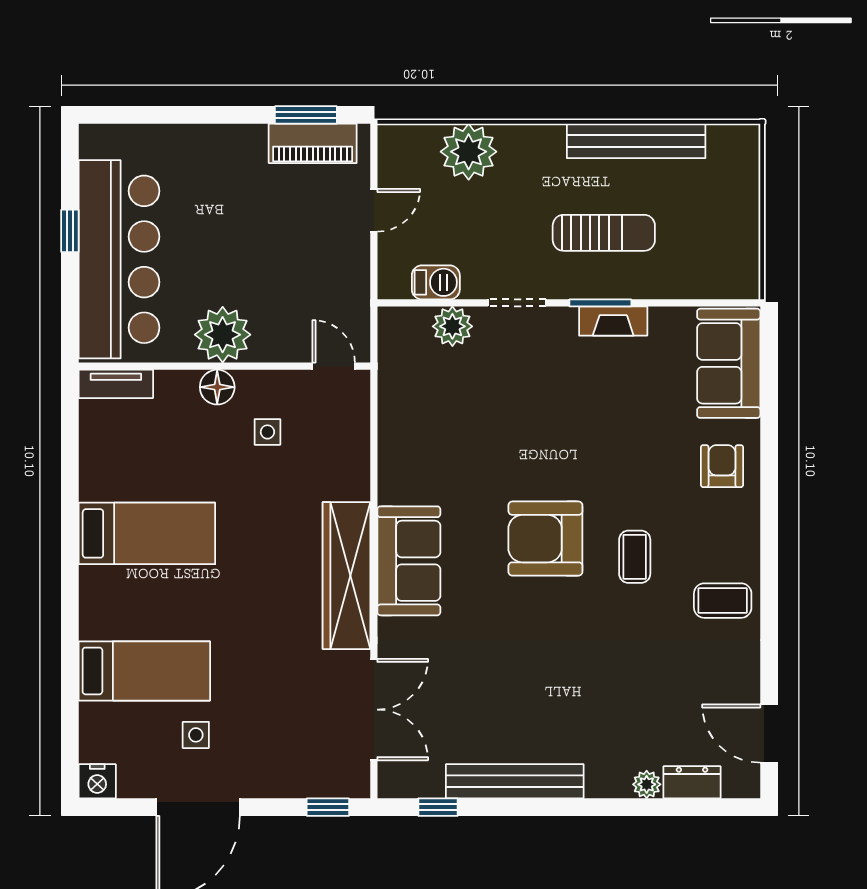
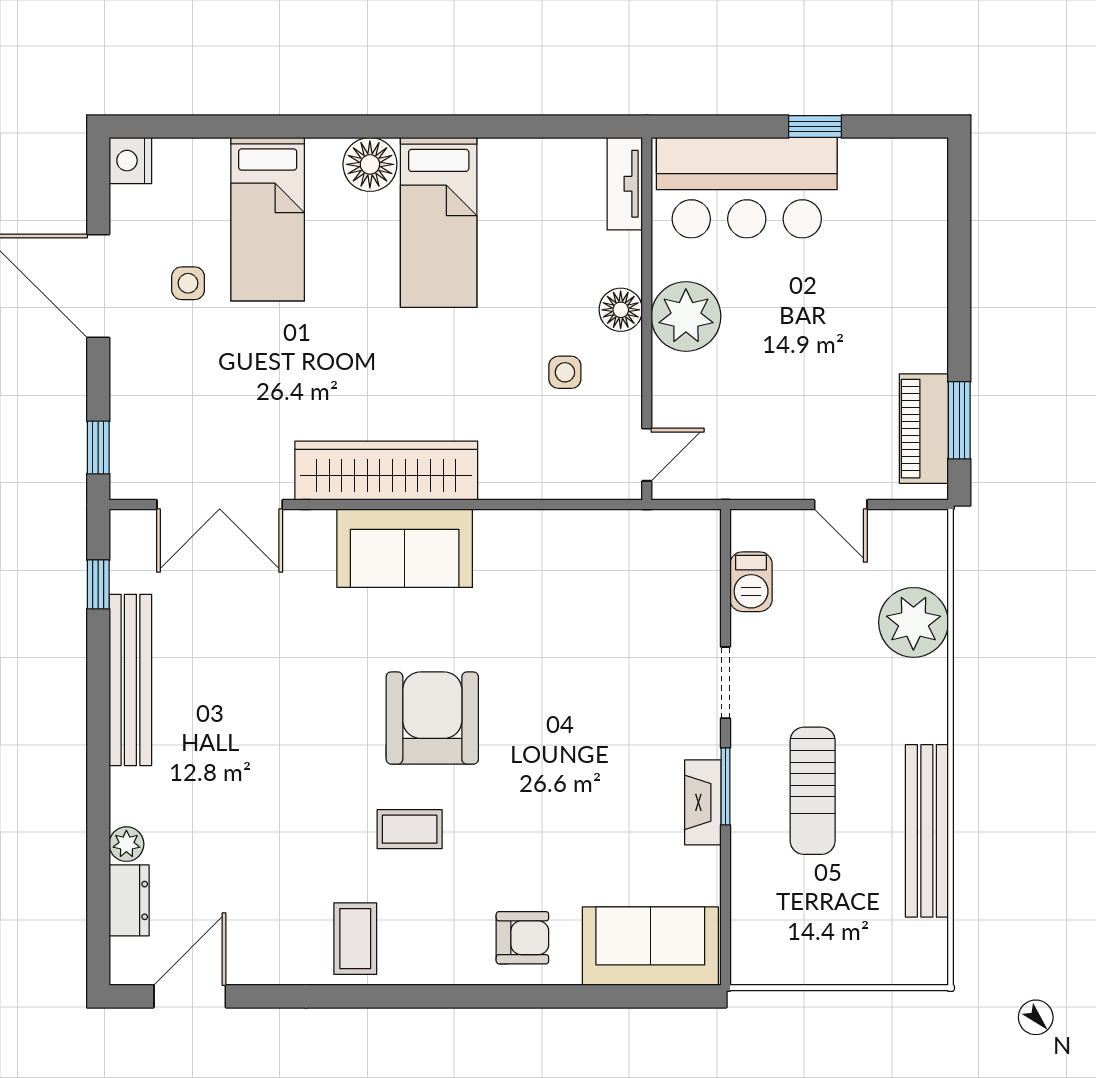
bar counter: (119, 259) -> (747, 188), width x0.73
plant: (452, 326) -> (696, 602), removed
floor lamp: (100, 589) -> (370, 164), added

